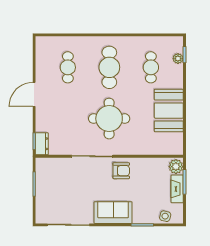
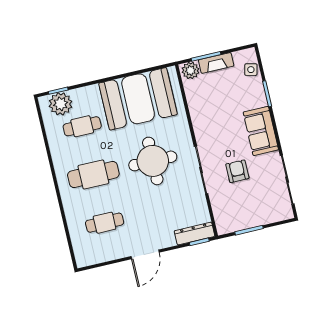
plant: (178, 59) -> (61, 104), width x1.87, depth x1.87
door: (34, 94) -> (145, 254), hinge flipped
booth: (169, 111) -> (138, 99), width x1.36, depth x1.42
dresser: (42, 144) -> (195, 234), width x1.44
armchair: (121, 171) -> (237, 171), moved

